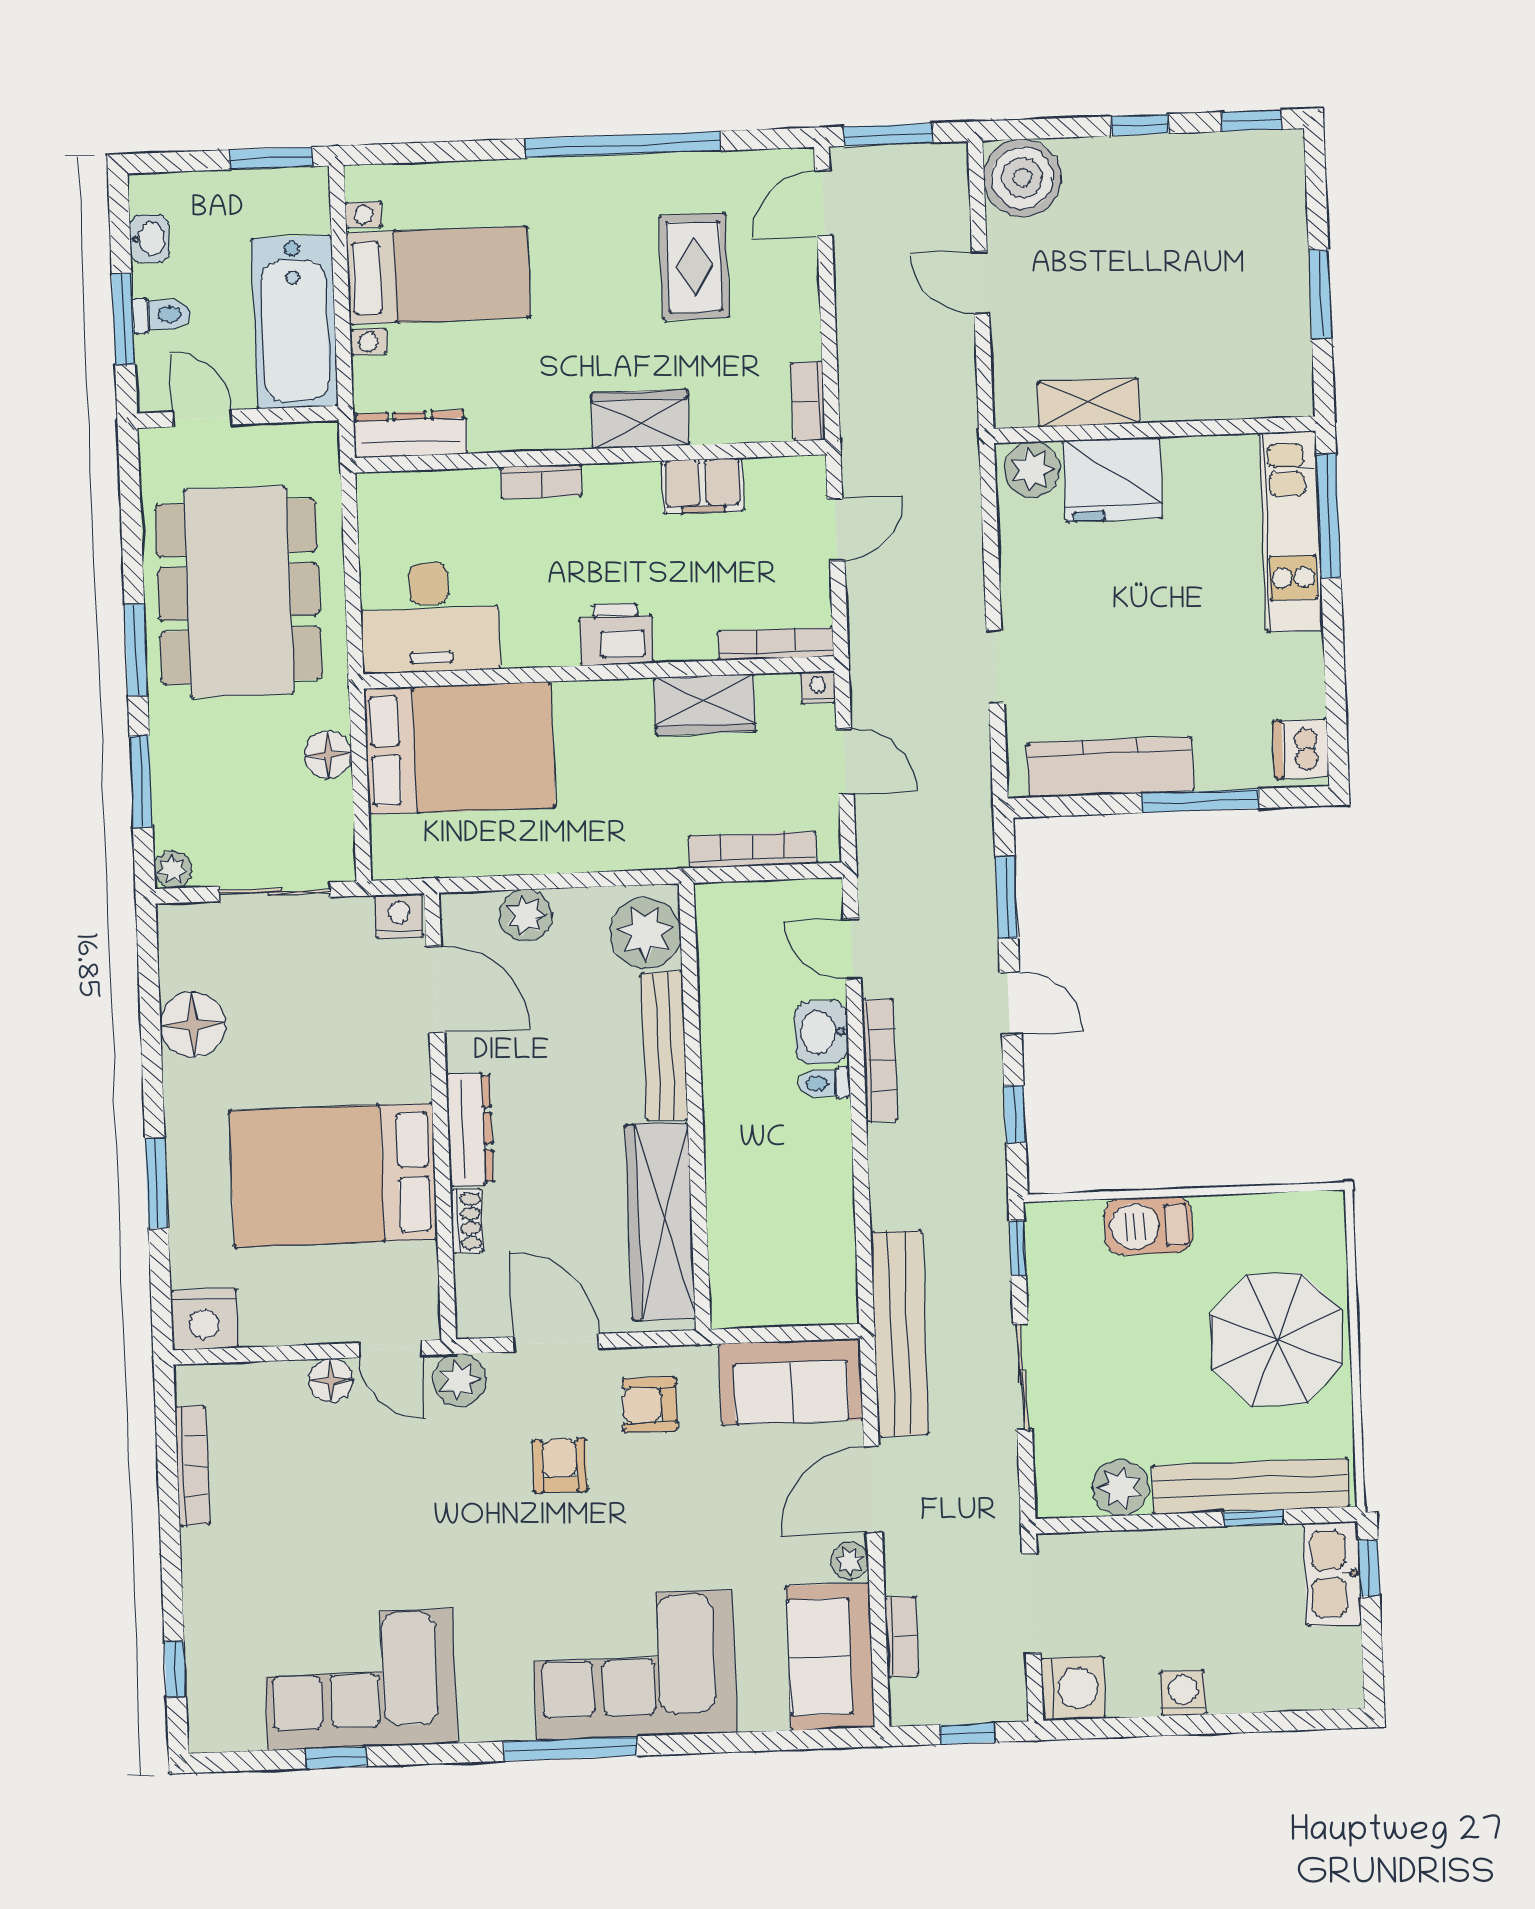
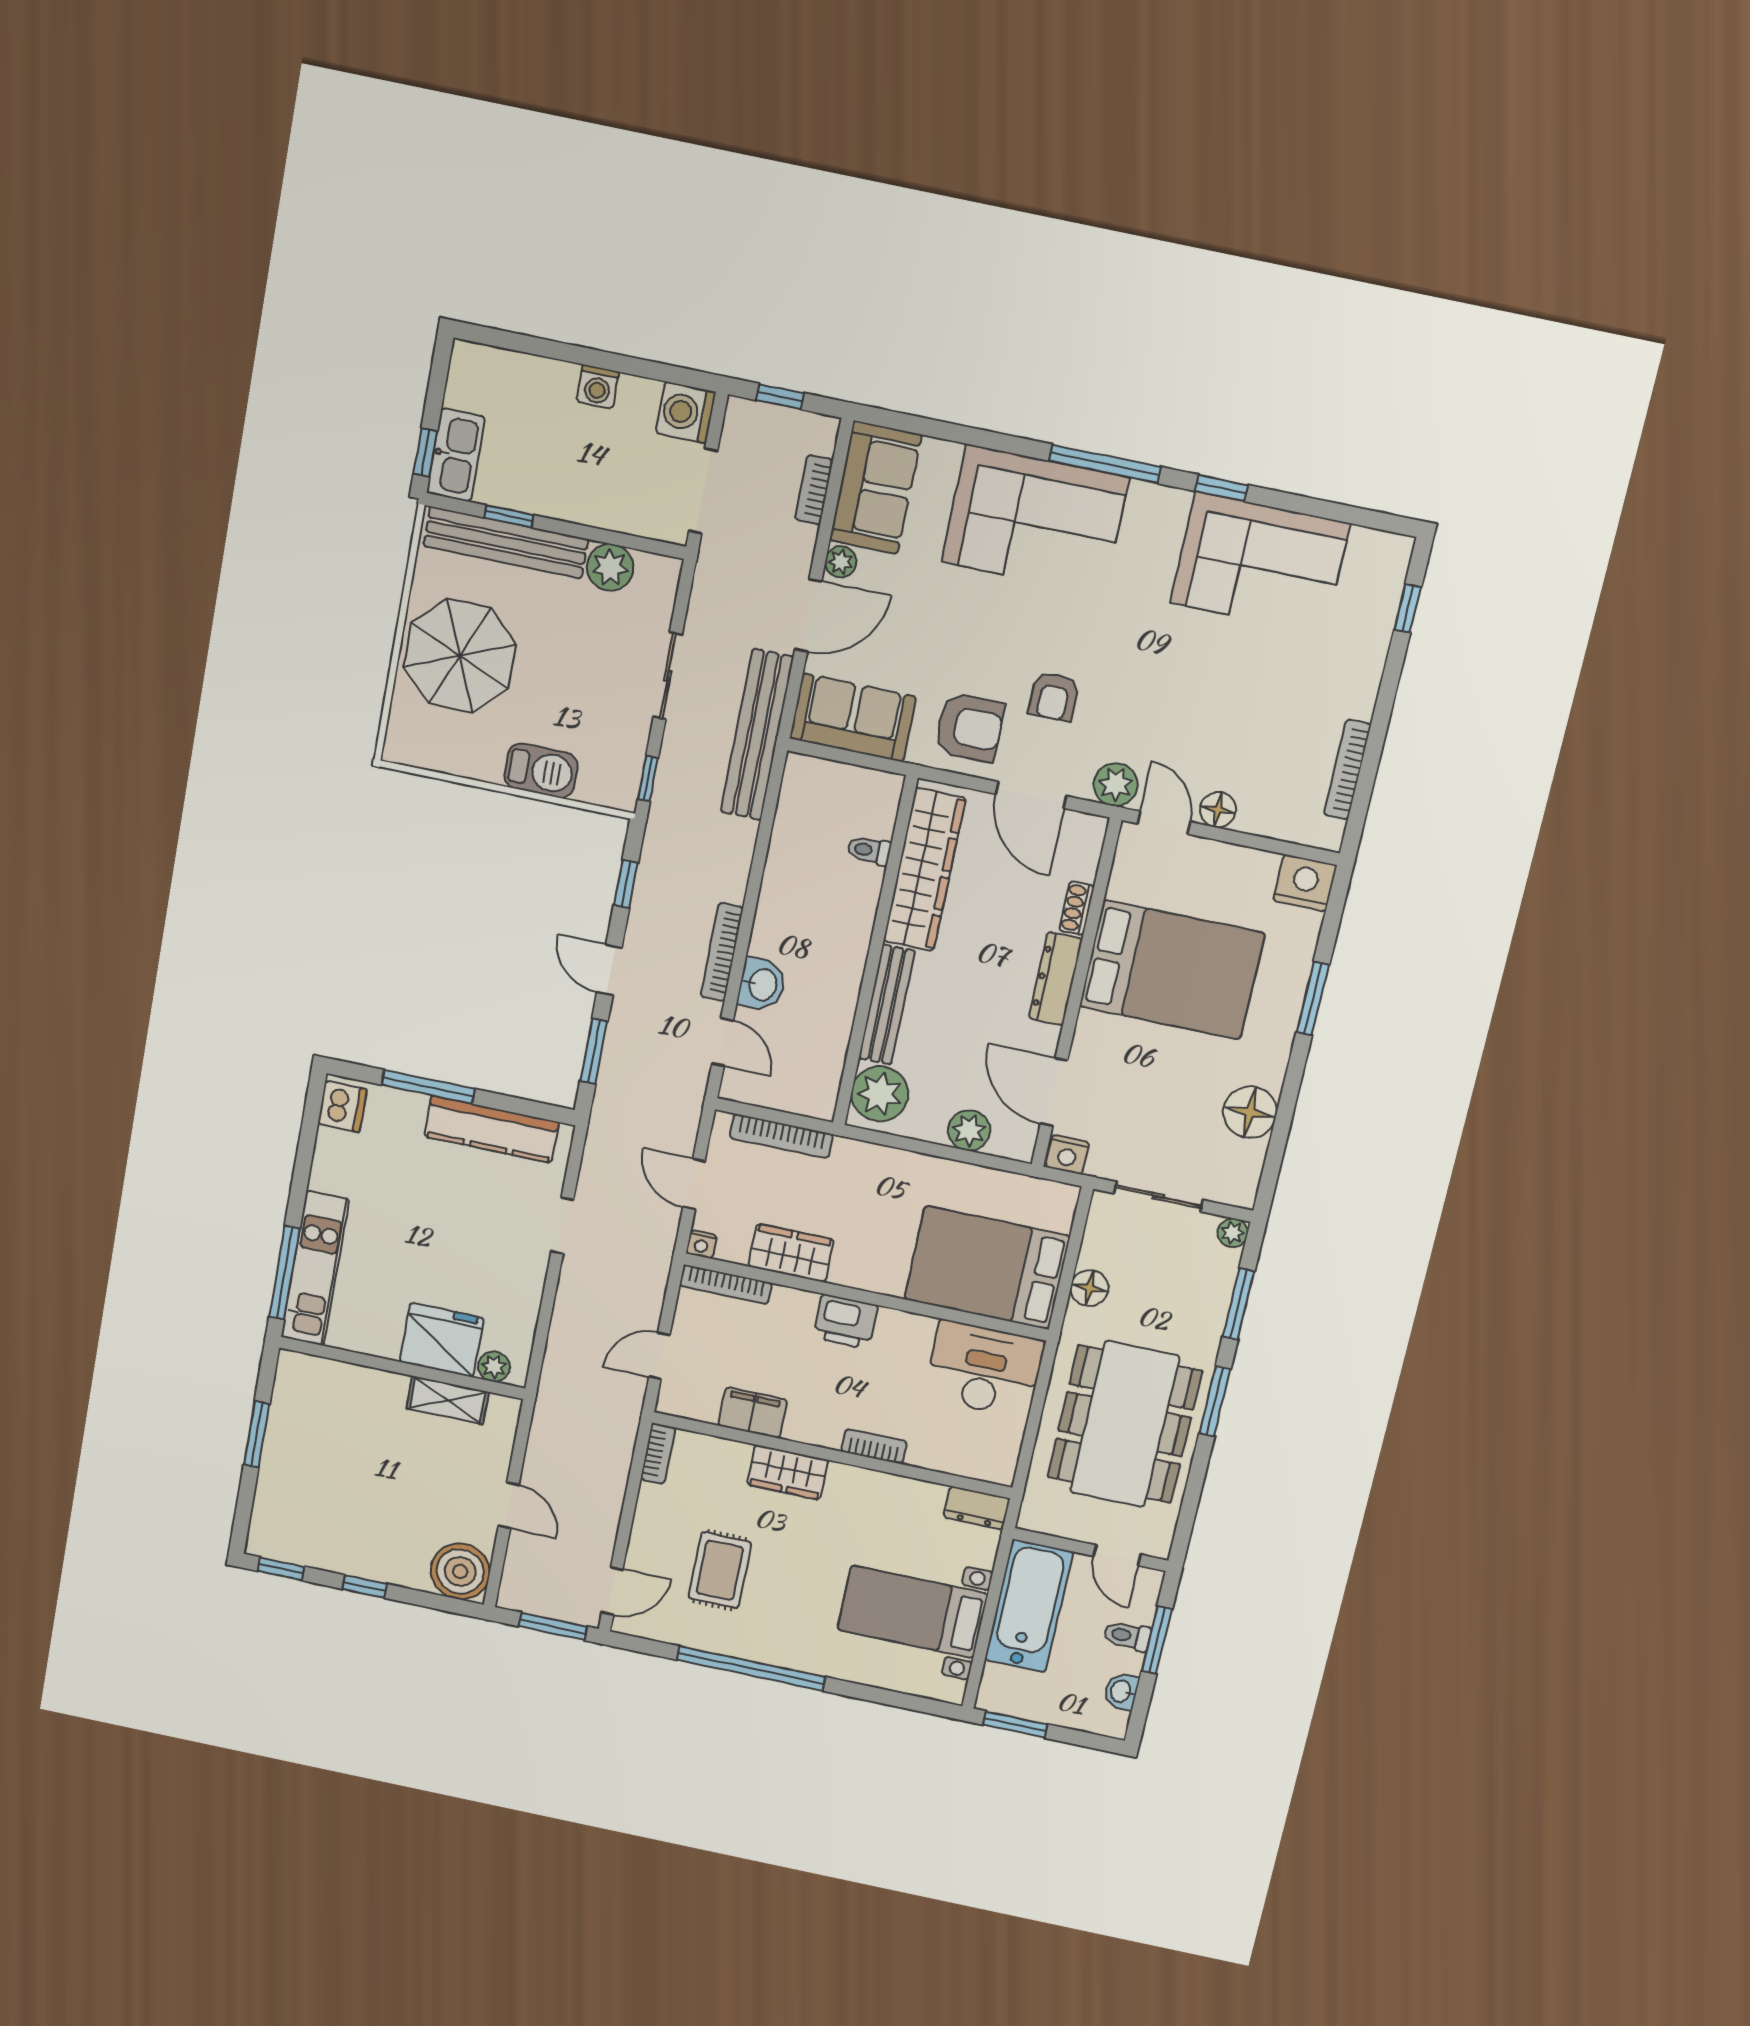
dresser: (410, 434) -> (977, 1508), width x0.70
plant: (1032, 470) -> (494, 1367), width x0.73, depth x0.73
toilet: (824, 1083) -> (869, 850), moved, turned 180
armchair: (650, 1405) -> (969, 727), width x1.38, depth x1.38
window: (336, 1758) -> (1221, 488), moved

